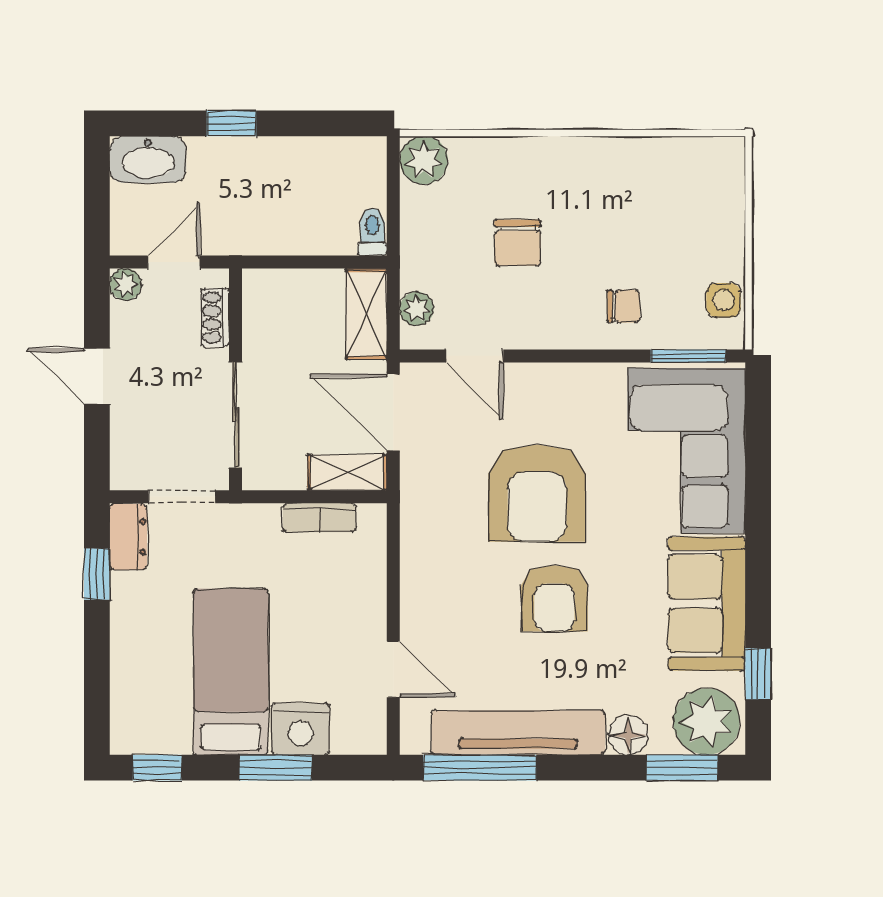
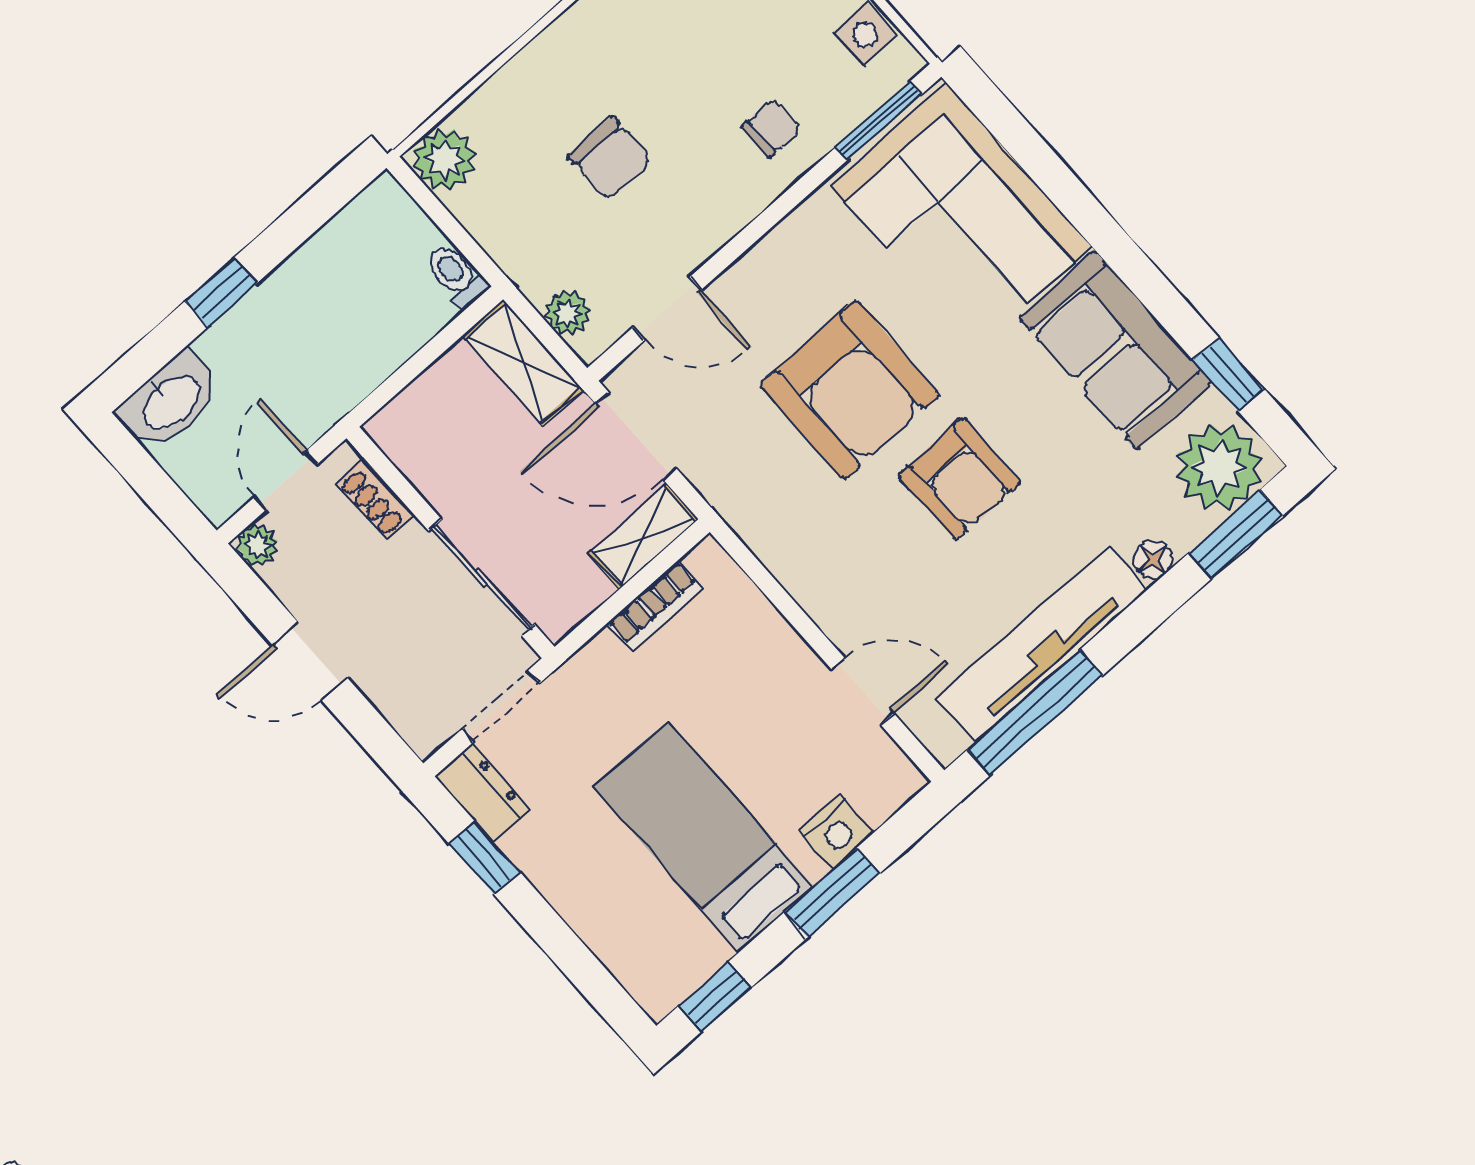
nightstand: (300, 729) -> (836, 832), width x0.74, depth x0.75
floor lamp: (628, 735) -> (1153, 560), width x0.73, depth x0.73

